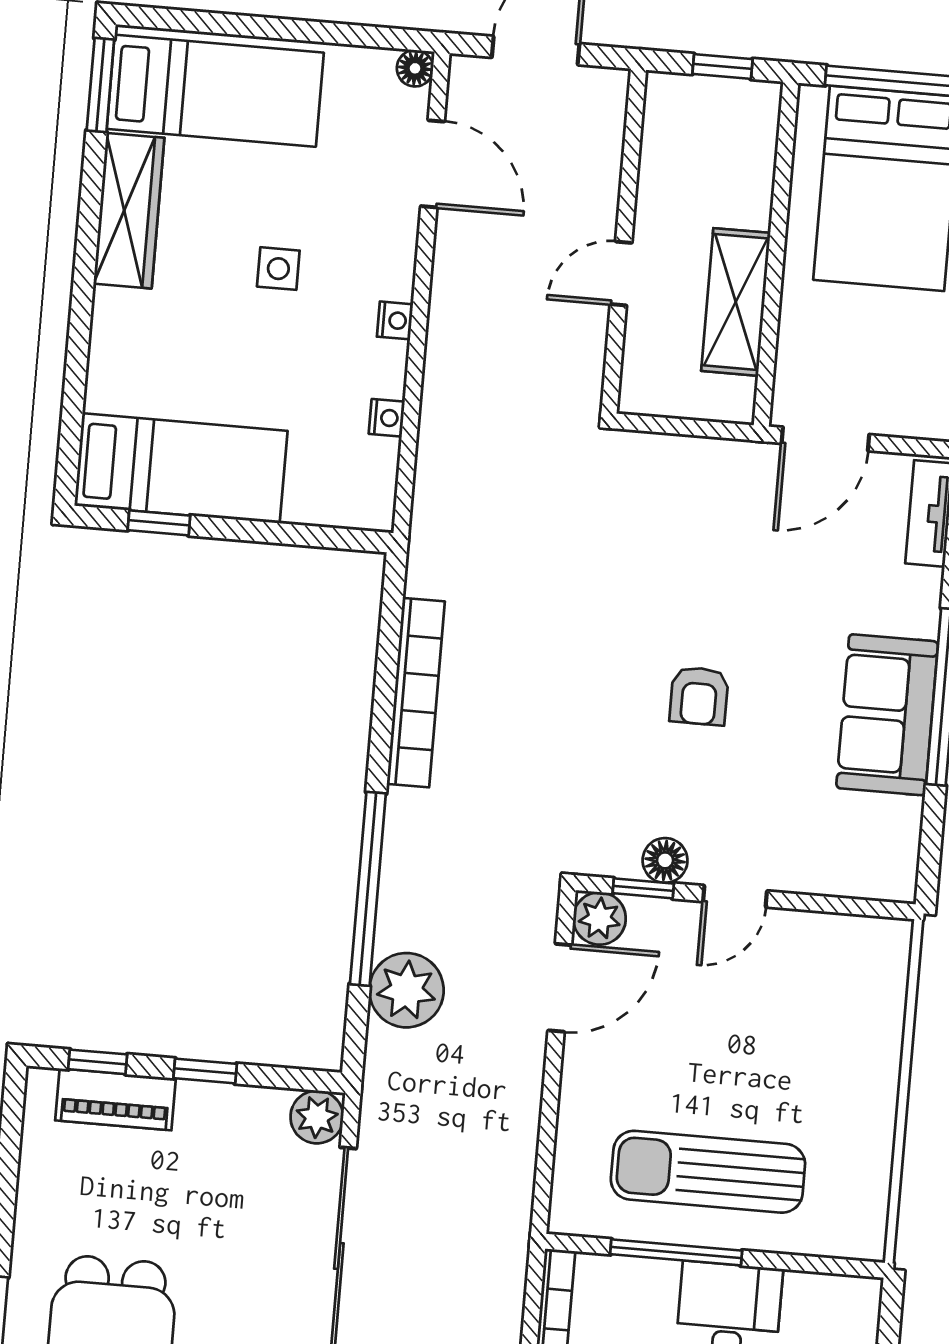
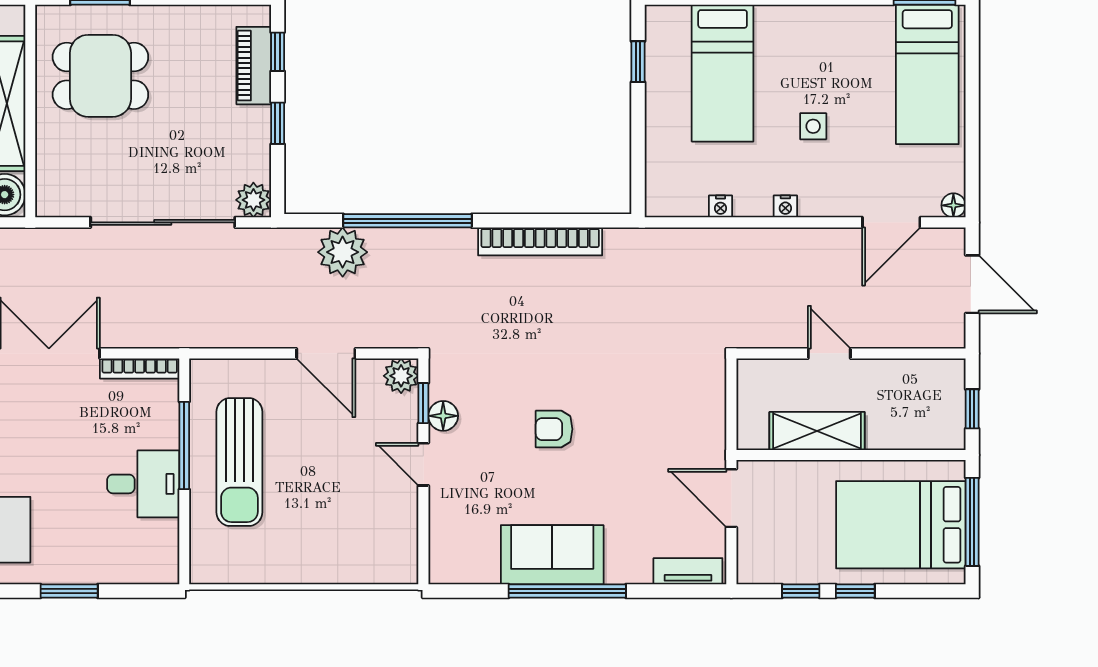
wardrobe: (129, 211) -> (843, 24), removed
bed: (181, 468) -> (723, 73), moved
door: (560, 988) -> (326, 353), moved
sun lounger: (708, 1172) -> (239, 462), turned 180

